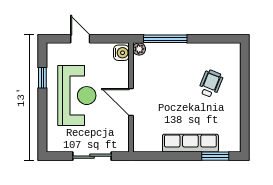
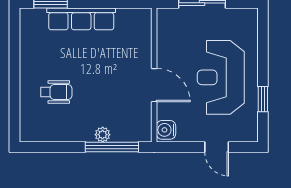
plant: (139, 49) -> (103, 135), moved
wheelchair: (211, 84) -> (56, 92), turned -112
door: (131, 102) -> (154, 85), moved

